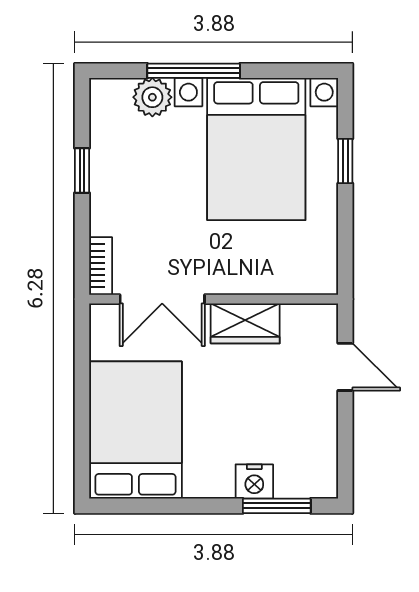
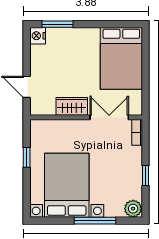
plant: (152, 97) -> (133, 209), moved
window: (345, 161) -> (27, 157), moved
nightstand: (254, 481) -> (38, 36), moved, turned -90

